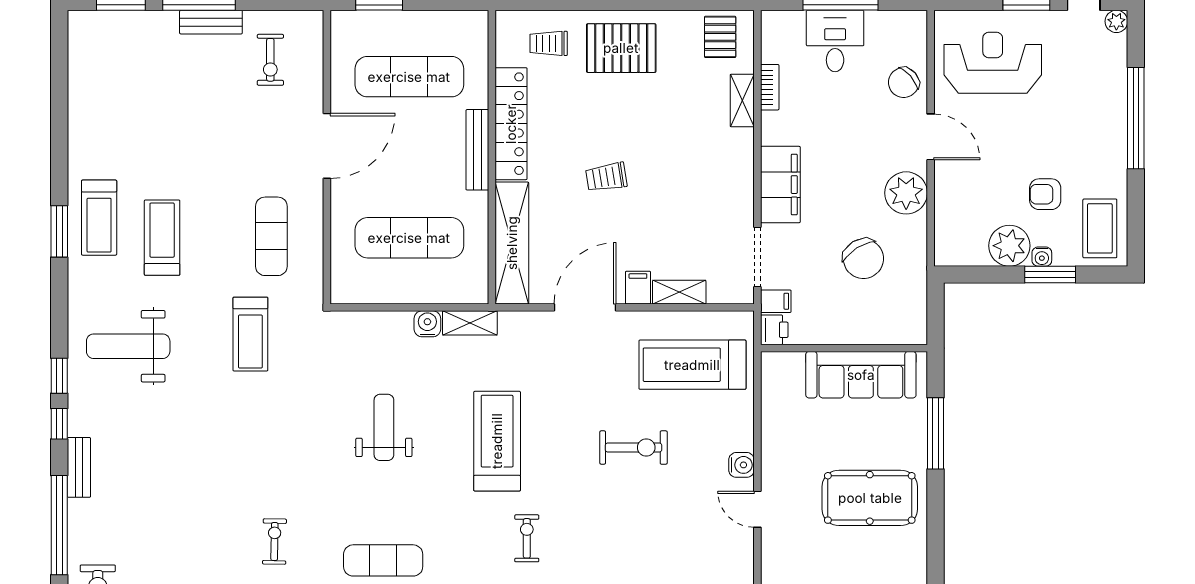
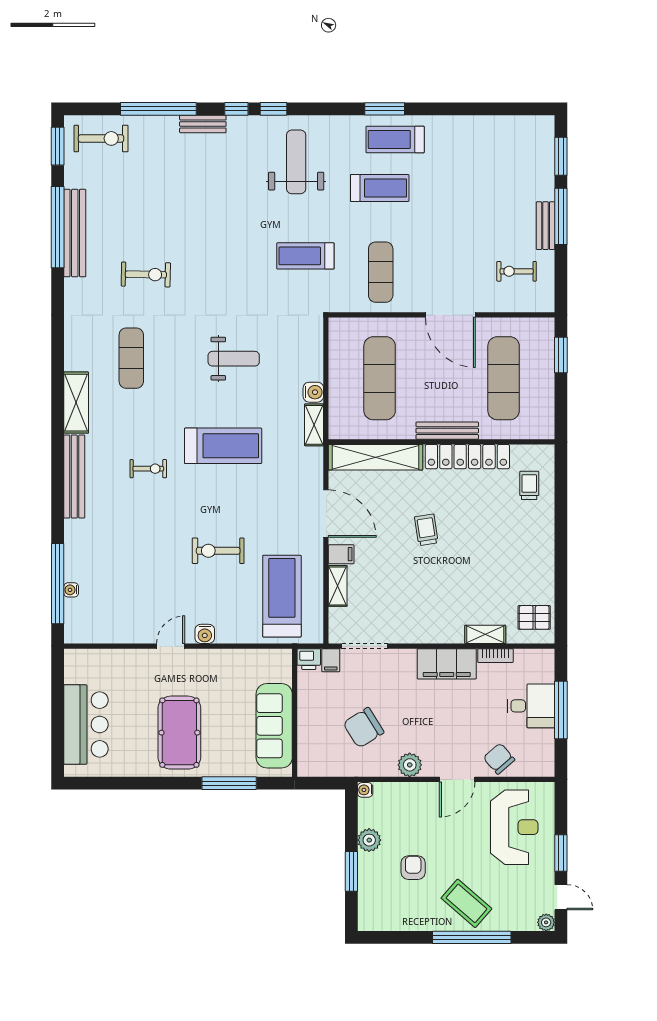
pallet: (621, 48) -> (526, 541), removed
filing cabinet: (780, 185) -> (447, 664), moved
plant: (906, 193) -> (410, 765), width x0.73, depth x0.73
coffee table: (1100, 228) -> (466, 903), moved, turned 41
exercise mat: (271, 236) -> (381, 272), turned 90
plant: (1009, 246) -> (369, 840), width x0.73, depth x0.73
water cooler: (1042, 257) -> (365, 790), moved
exercise bike: (633, 448) -> (218, 551), turned 90
exercise bike: (274, 542) -> (146, 274), width x1.38, depth x1.39

